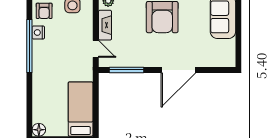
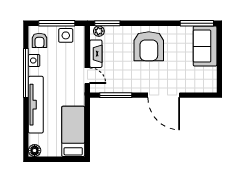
door: (178, 70) -> (164, 95), hinge flipped
tv unit: (40, 80) -> (36, 105), added

